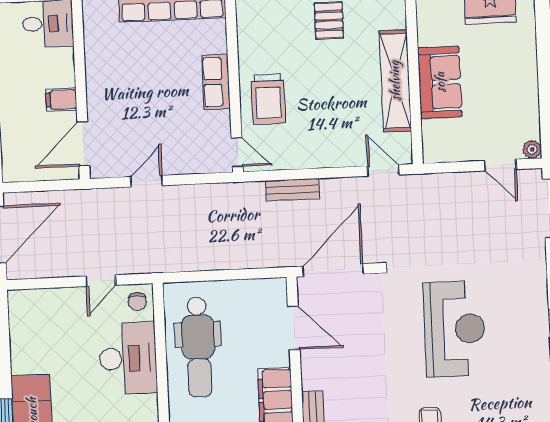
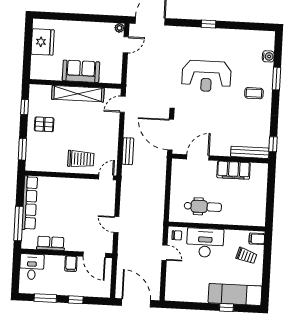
row of seats: (216, 82) -> (51, 243), moved, turned 180
reception desk: (454, 329) -> (206, 76), turned 180
dental chair: (198, 347) -> (203, 207), width x0.73, depth x0.72

